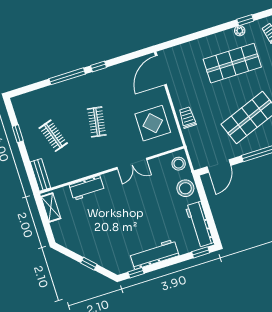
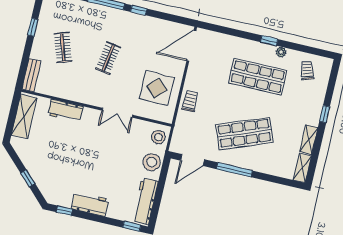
window: (245, 20) -> (269, 41), moved
shelving: (51, 207) -> (24, 116), width x1.50, depth x1.33
workbench: (154, 254) -> (90, 204), width x0.73

